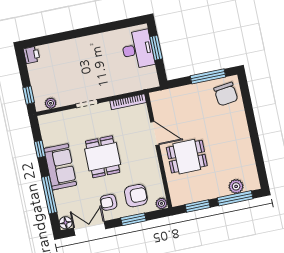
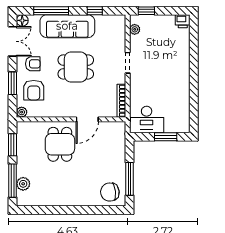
desk: (138, 49) -> (147, 120), moved
sofa: (60, 167) -> (67, 26), width x1.36
armchair: (109, 202) -> (33, 64), turned 90

